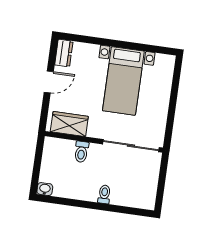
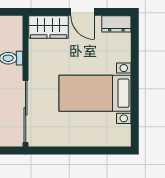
wardrobe: (69, 124) -> (49, 27), moved, turned 90

